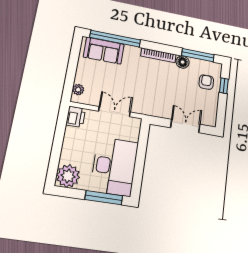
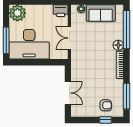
sofa: (104, 51) -> (101, 13), moved, turned -90
floor lamp: (183, 62) -> (118, 45), moved
double door: (114, 112) -> (69, 38), swing flipped

